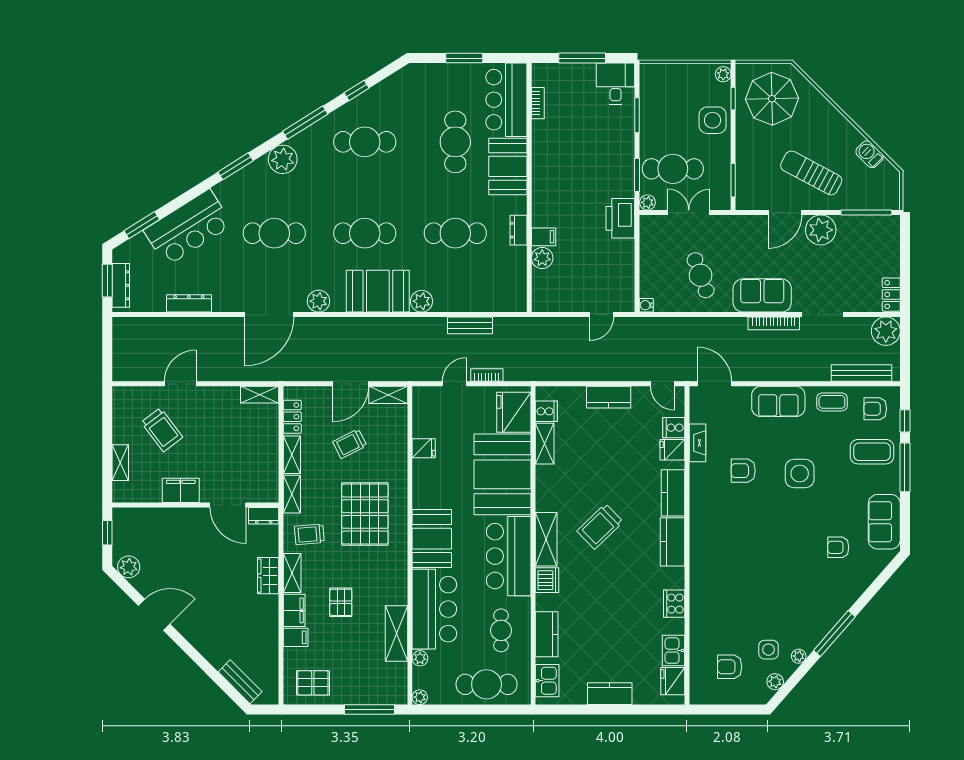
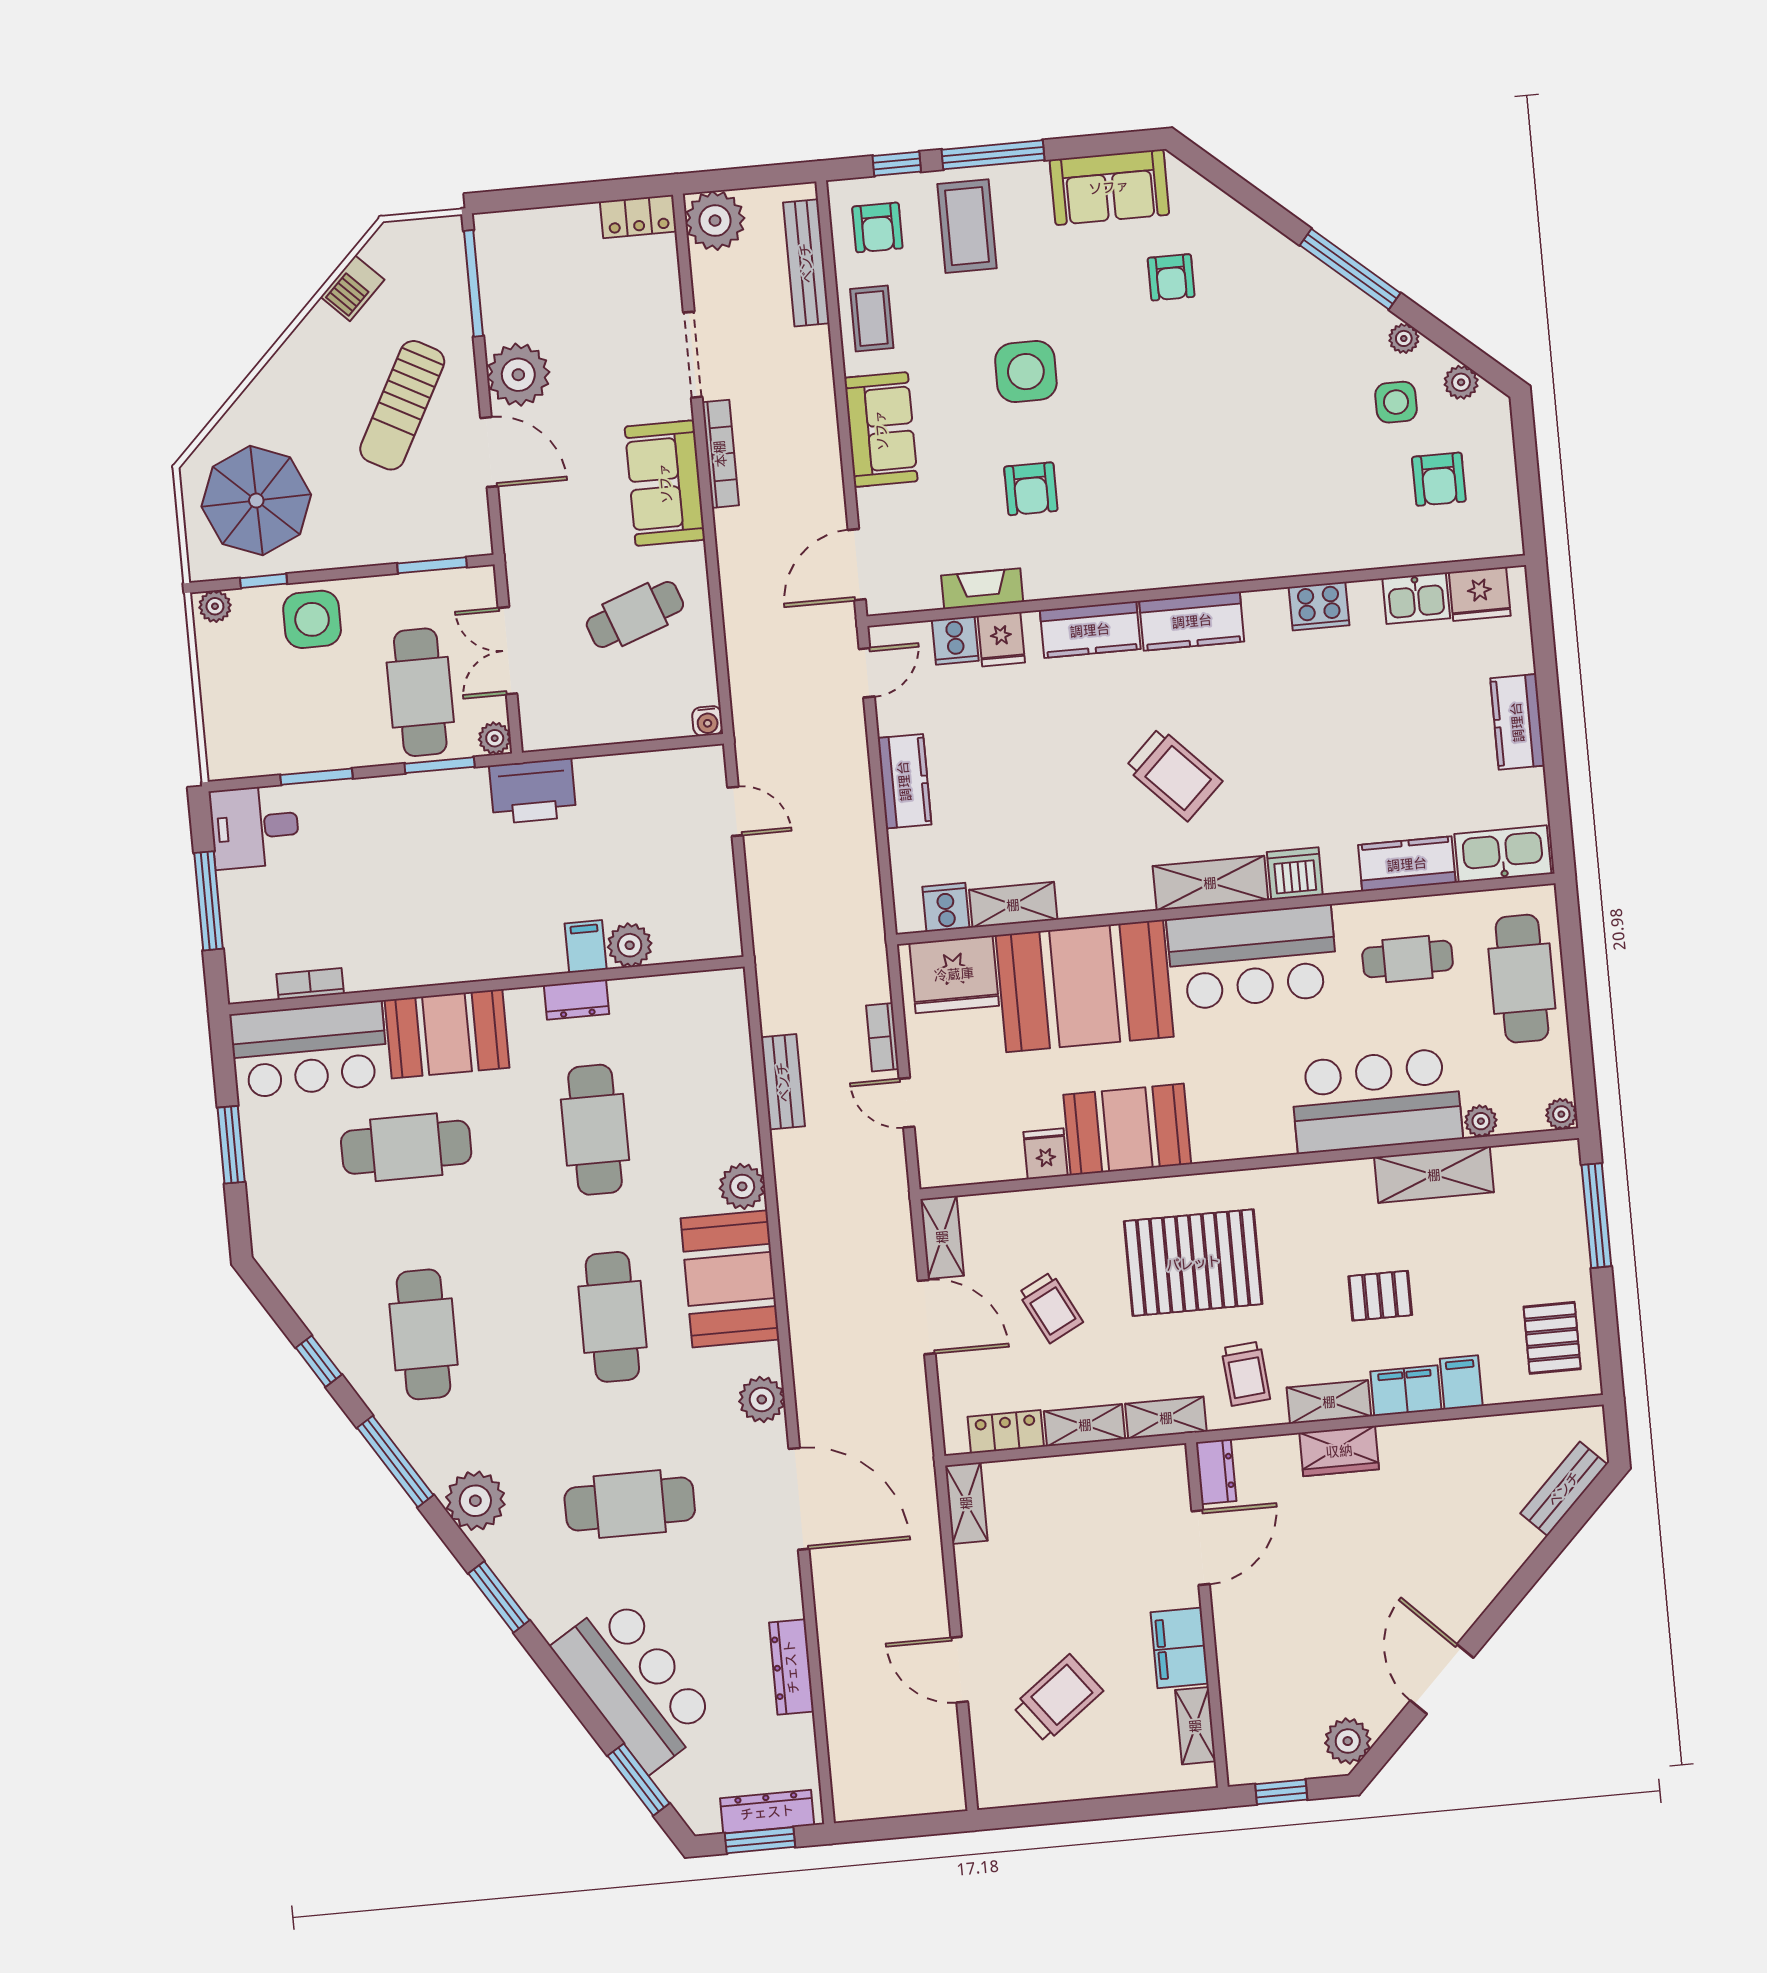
cafe table: (274, 233) -> (630, 1504), turned 90
shelving: (120, 463) -> (1195, 1726), moved, turned 90
booth: (432, 539) -> (1127, 1129), moved
kitchen sink: (547, 681) -> (1503, 854), width x1.38

